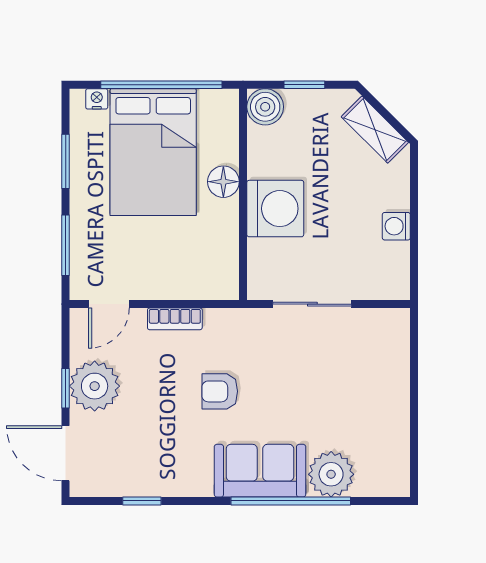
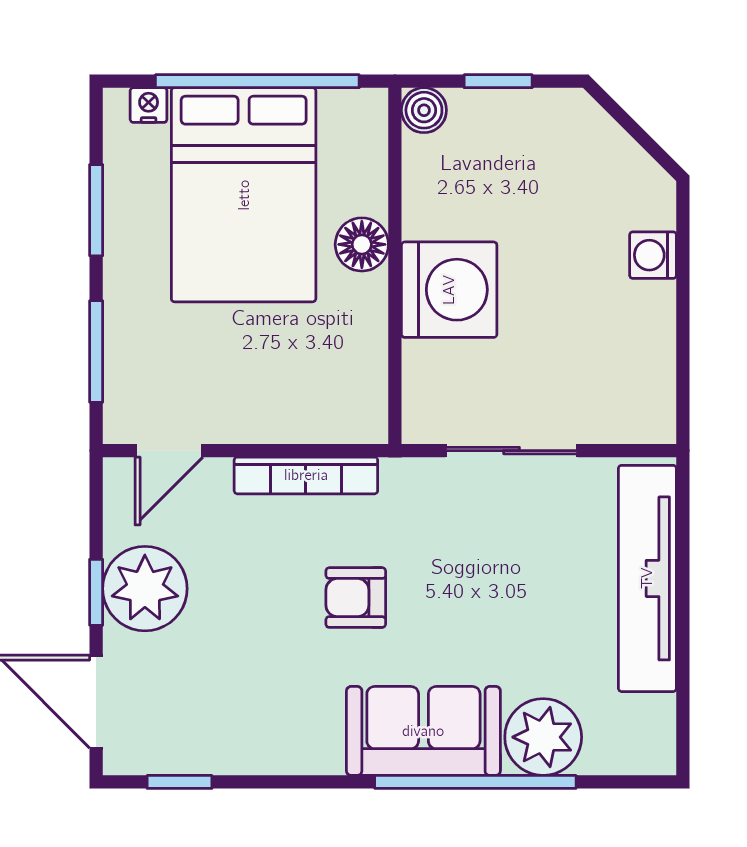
boiler: (265, 107) -> (424, 110), width x0.73, depth x0.73
shelving: (375, 130) -> (617, 157), removed
washing machine: (396, 226) -> (653, 255), moved
bookcase: (175, 319) -> (306, 475), width x1.56
tv unit: (393, 380) -> (647, 578), added
window: (142, 501) -> (179, 782), moved

